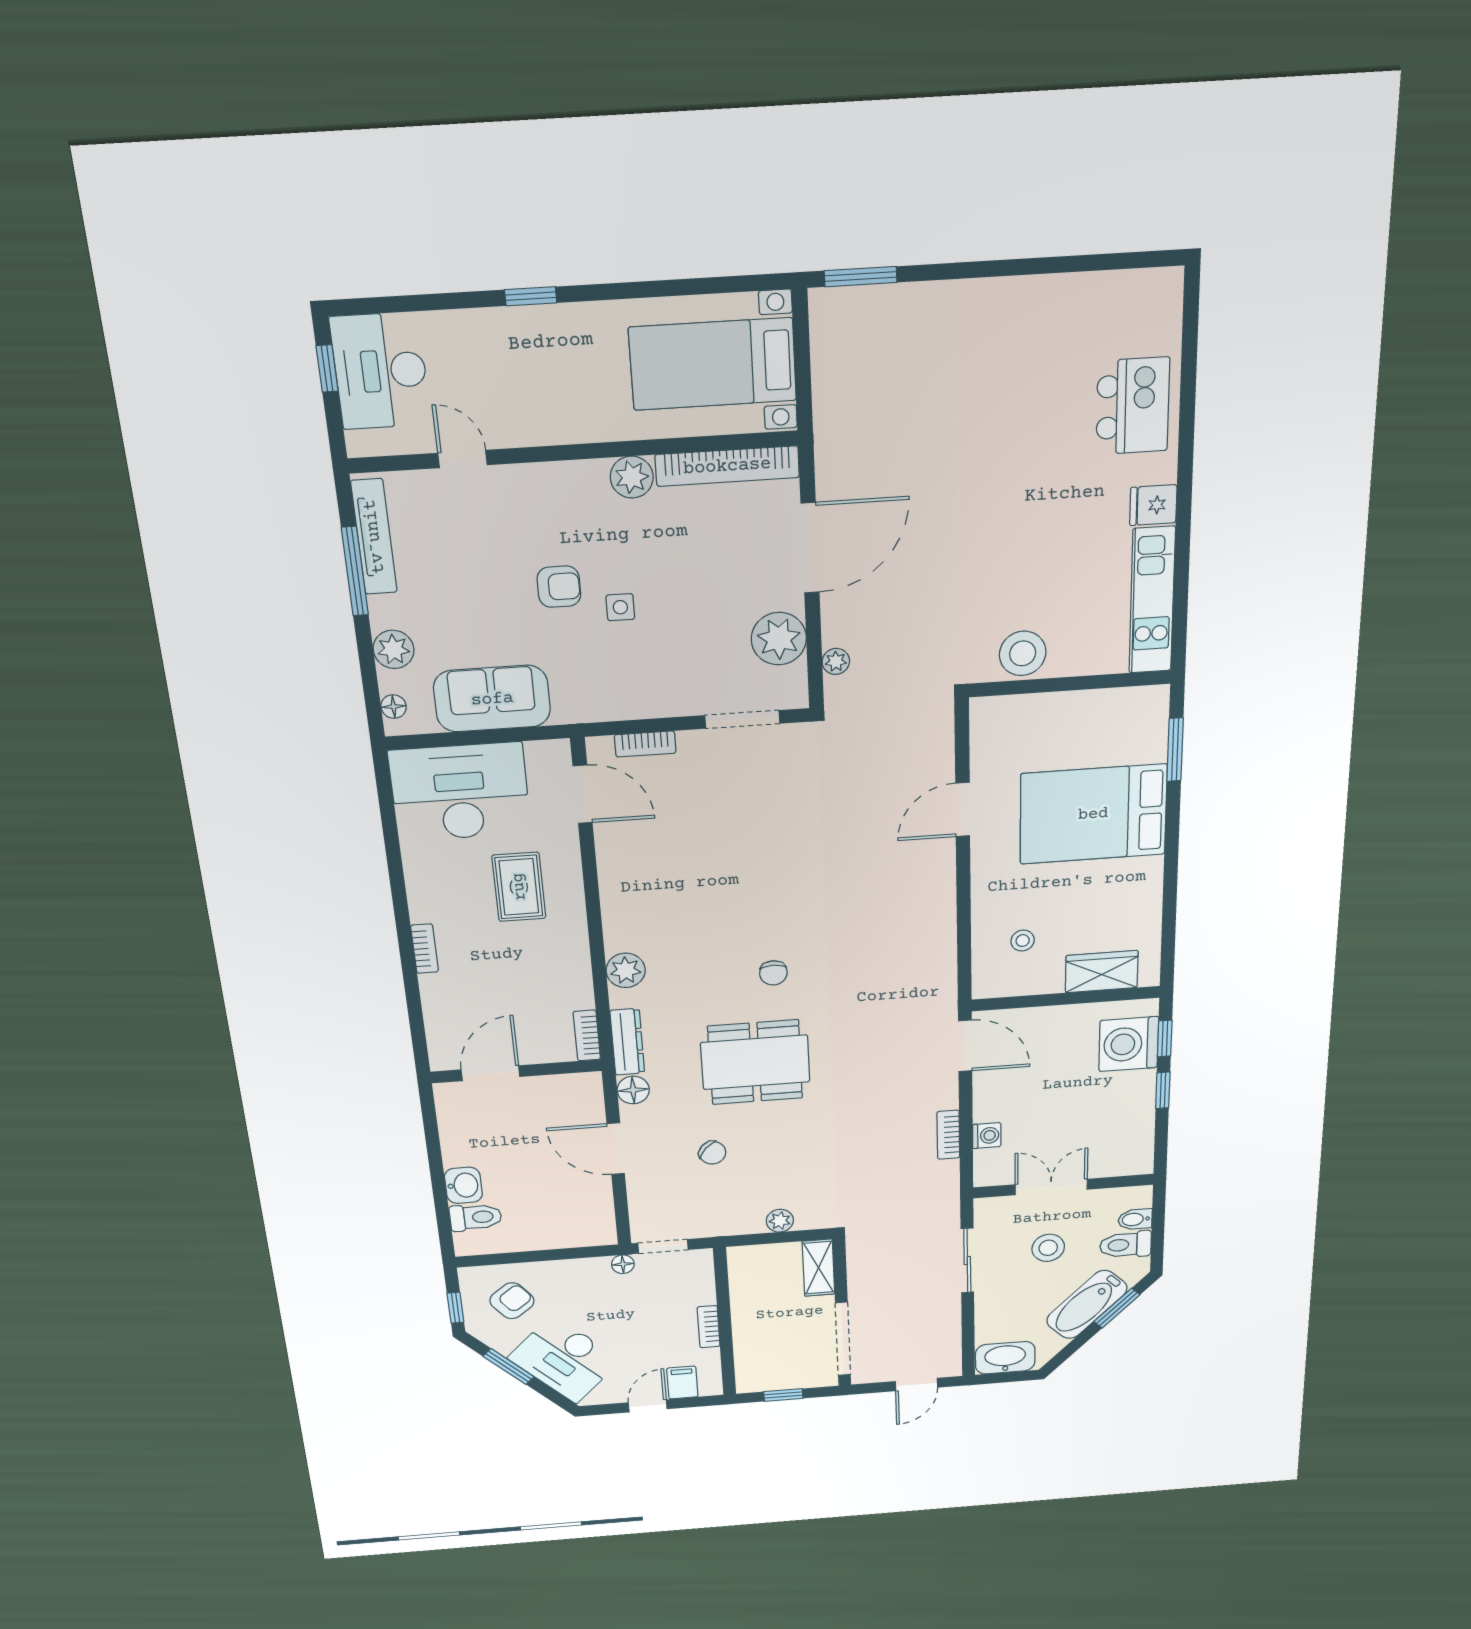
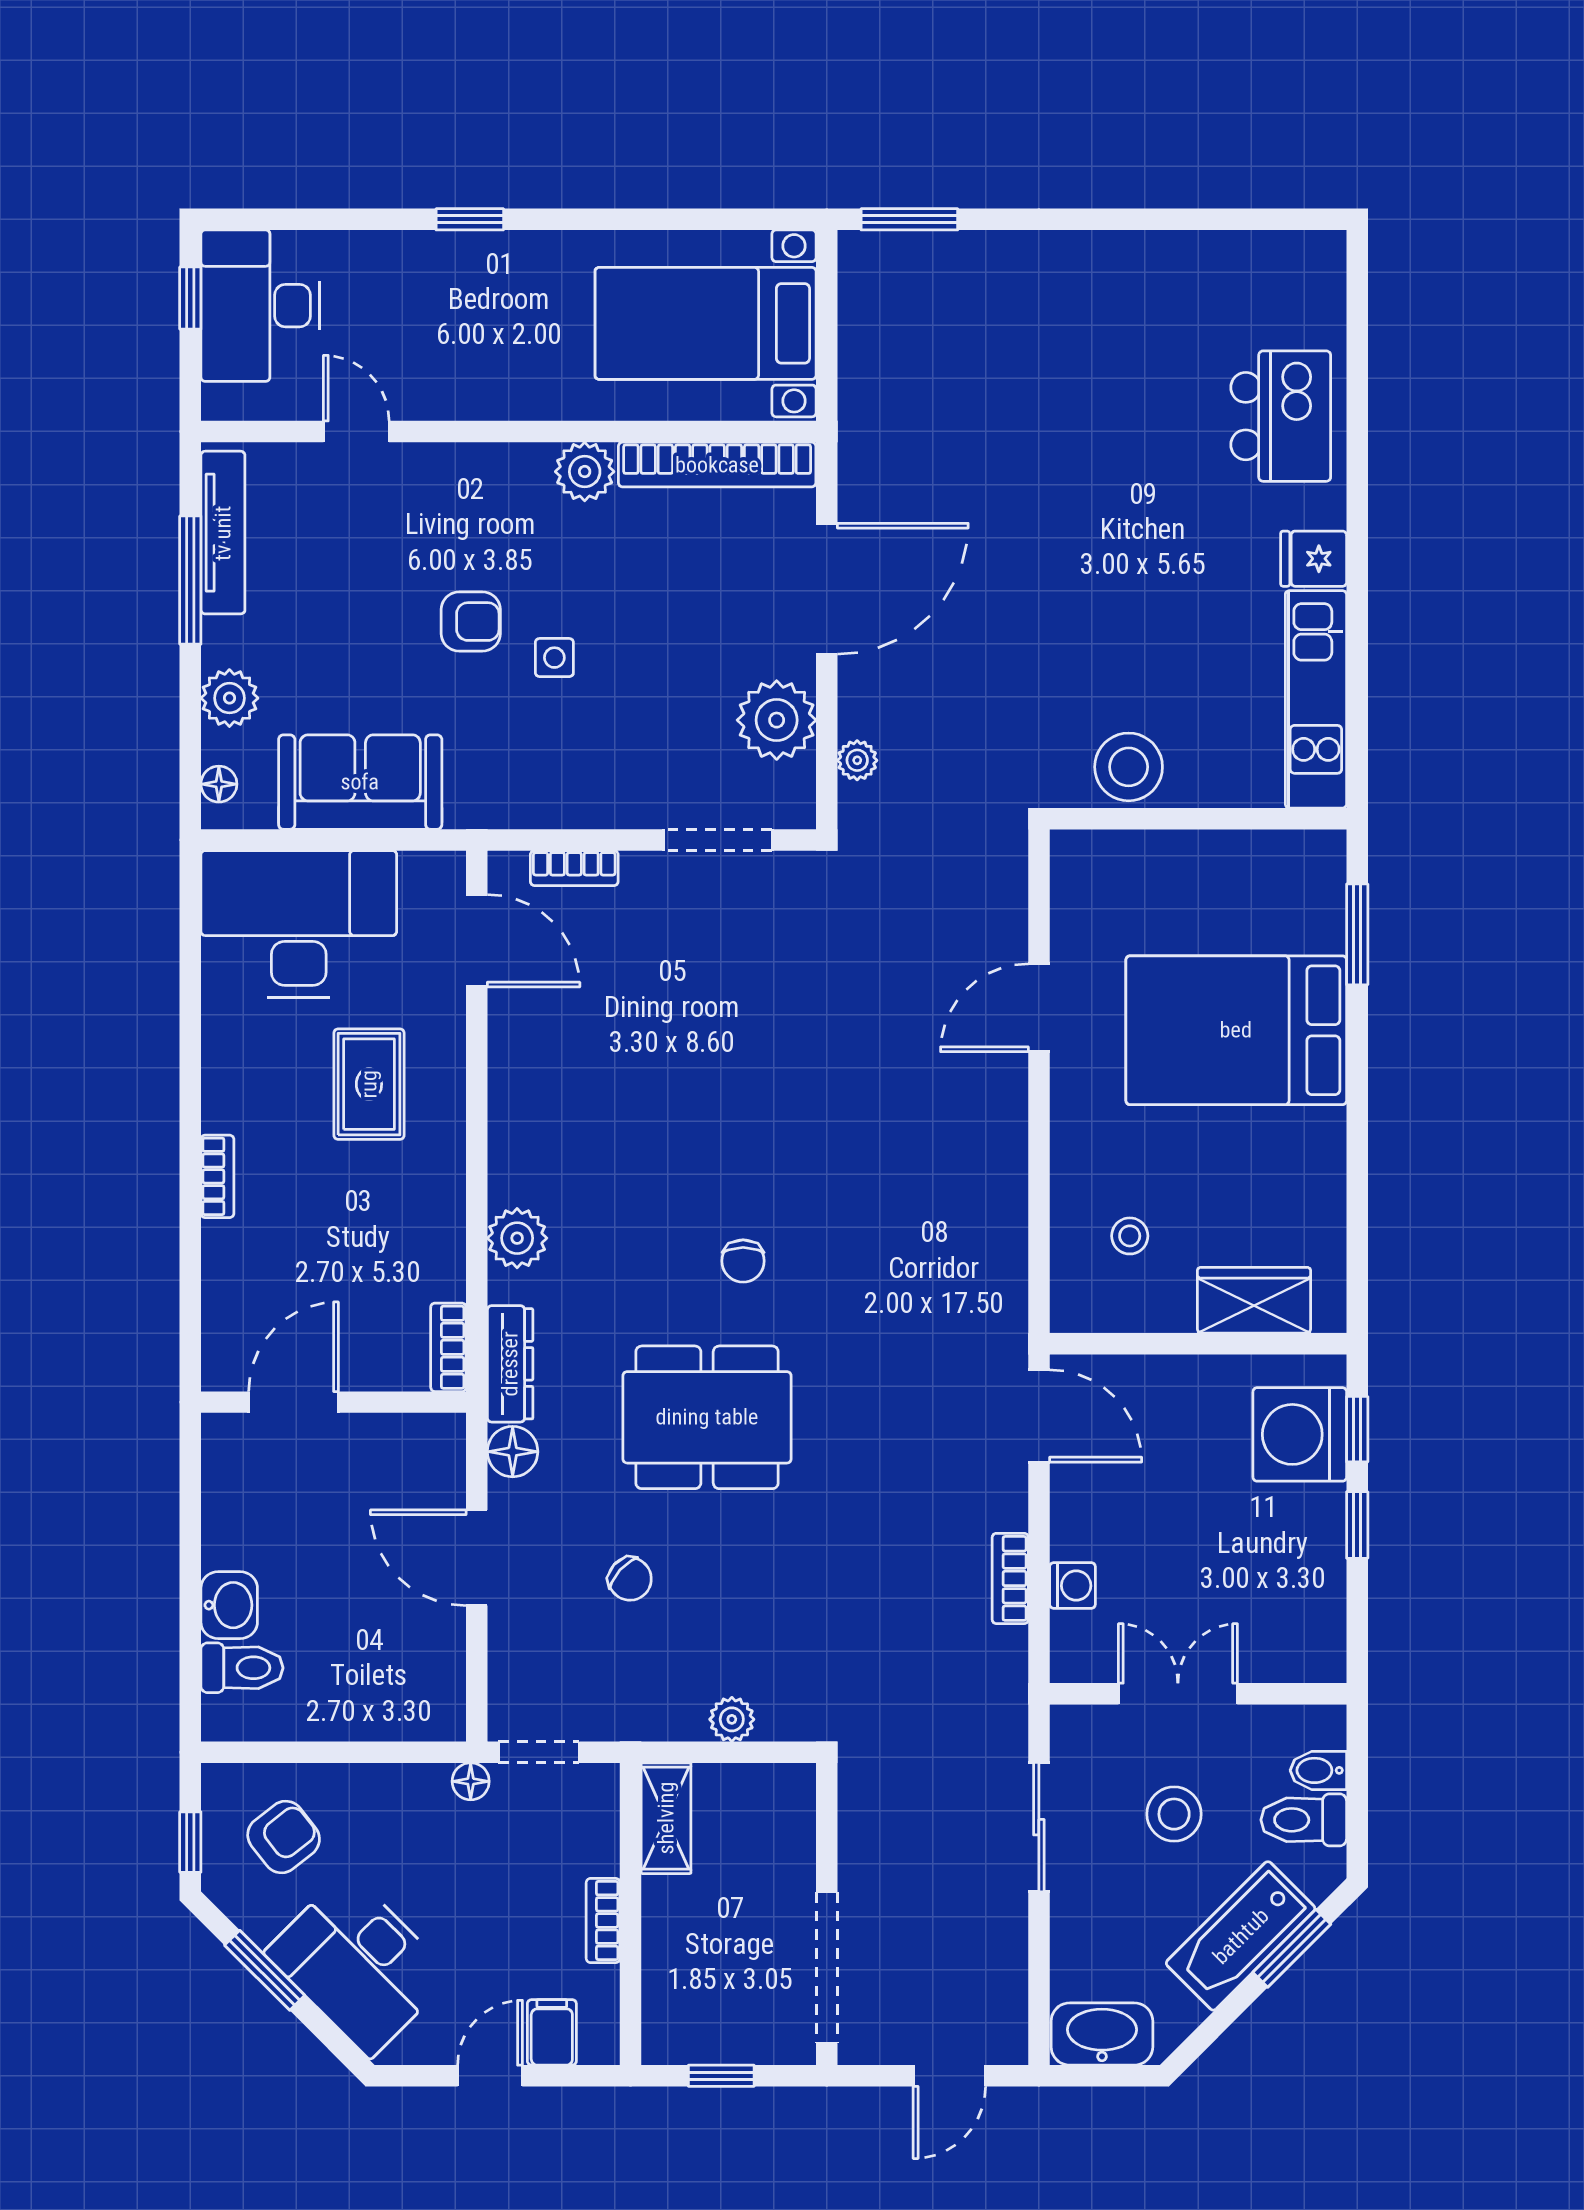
shelving: (818, 1268) -> (666, 1818), moved

